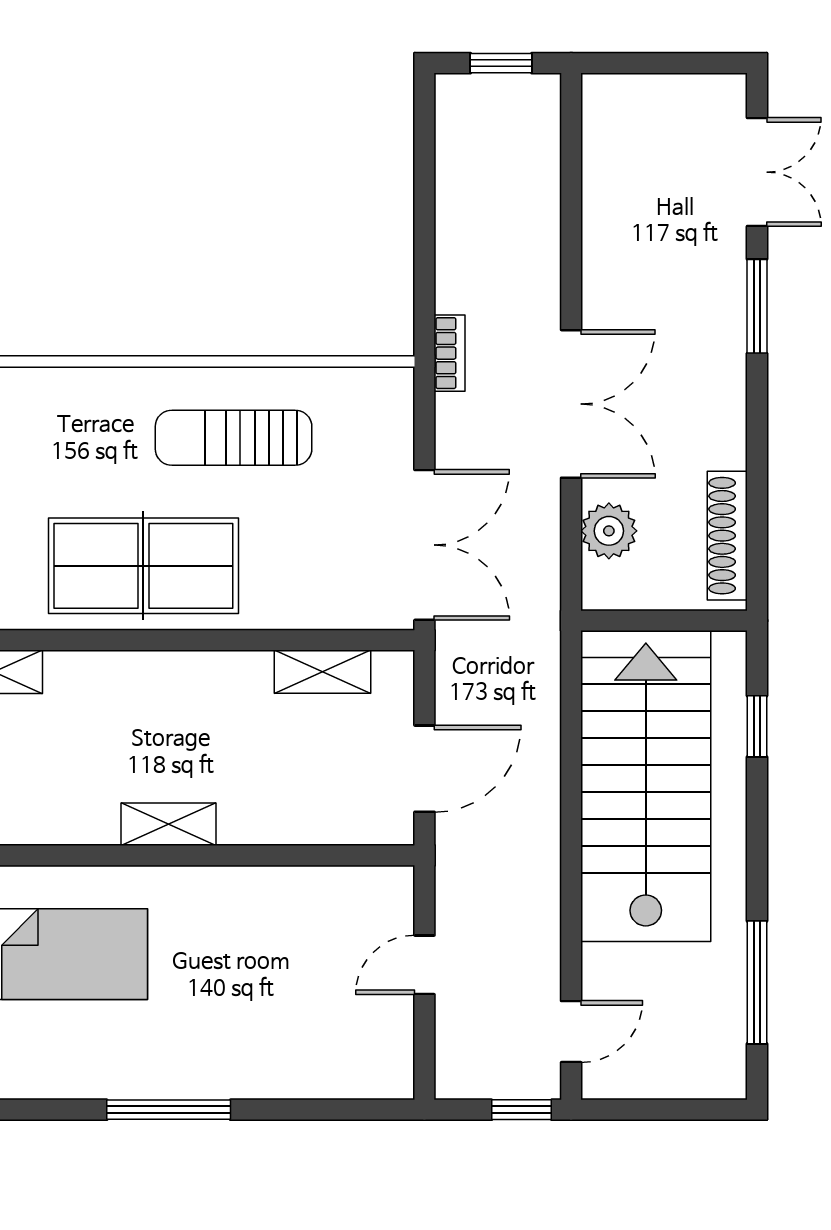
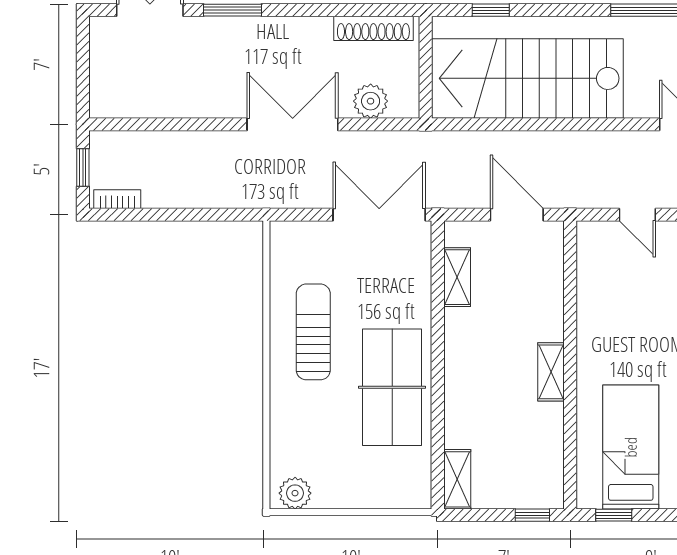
bookcase: (449, 353) -> (117, 199), moved
sun lounger: (234, 438) -> (313, 332), turned 180

